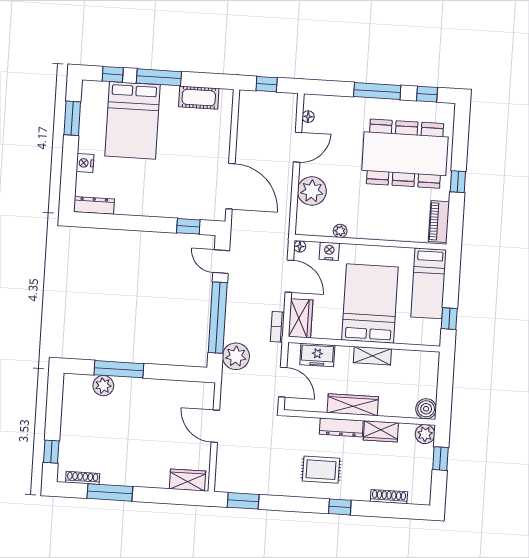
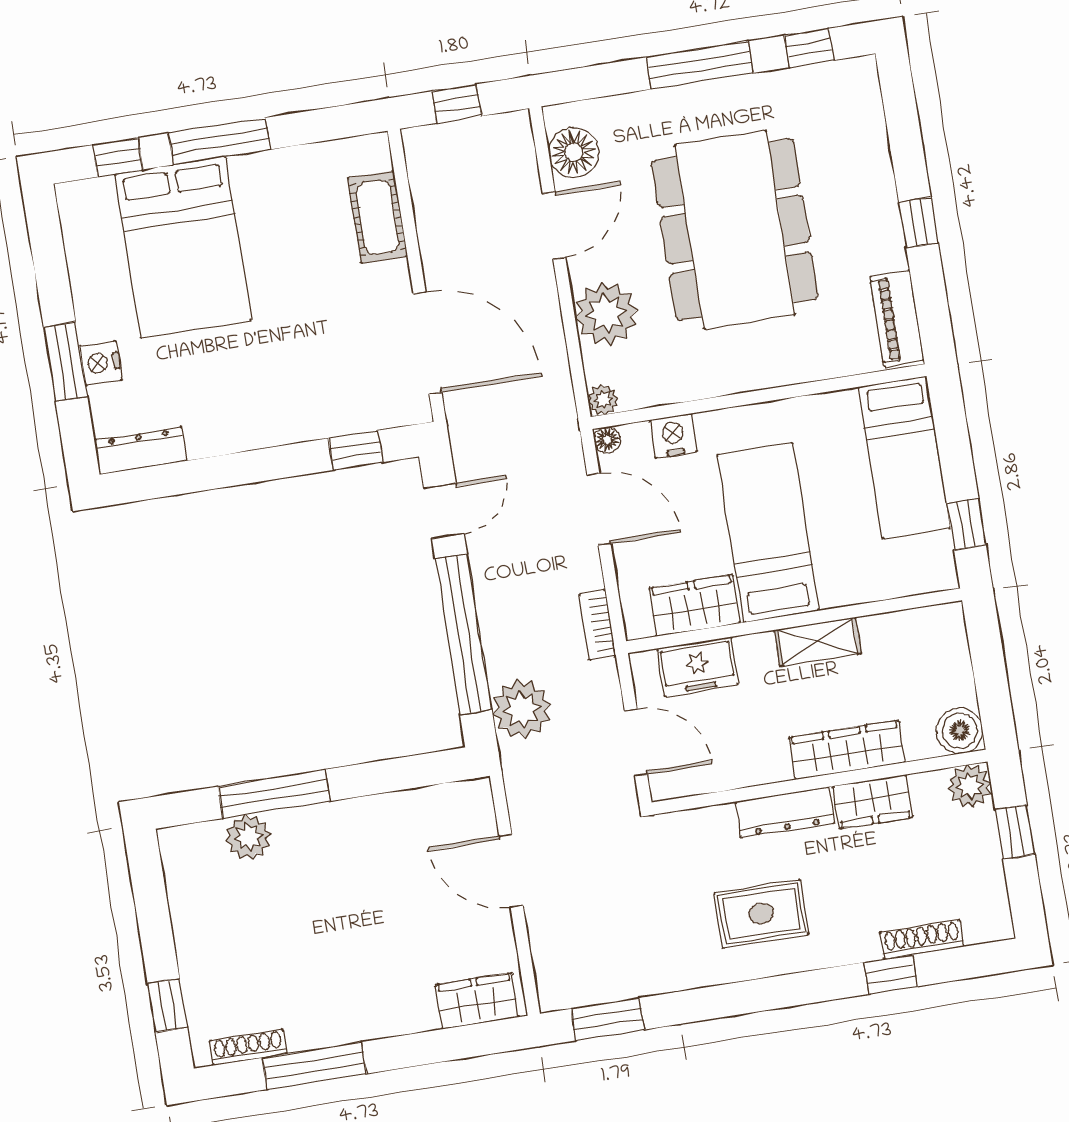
cot: (199, 98) -> (378, 217), moved, turned 90
floor lamp: (308, 117) -> (574, 152), width x1.89, depth x1.89
window: (72, 118) -> (66, 362), moved
dining table: (405, 154) -> (735, 230), moved, turned 90
plant: (340, 231) -> (603, 400), moved
door: (221, 262) -> (444, 511), swing flipped
bed: (370, 304) -> (768, 533), width x0.67
wardrobe: (301, 318) -> (694, 606), moved, turned -90
wardrobe: (353, 405) -> (847, 750), moved
window: (340, 507) -> (891, 974), moved

